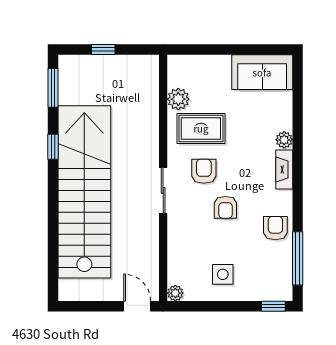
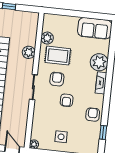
plant: (148, 128) -> (29, 52), added
plant: (284, 140) -> (99, 62), width x1.87, depth x1.87
window: (298, 258) -> (103, 132), width x0.46

